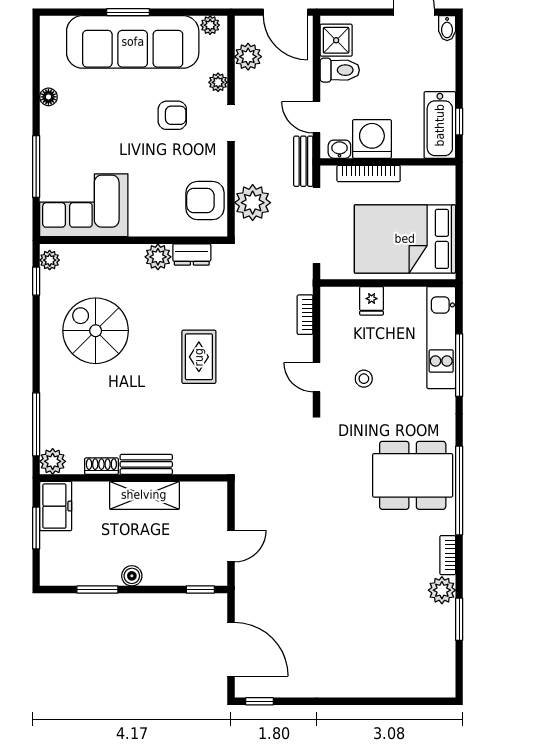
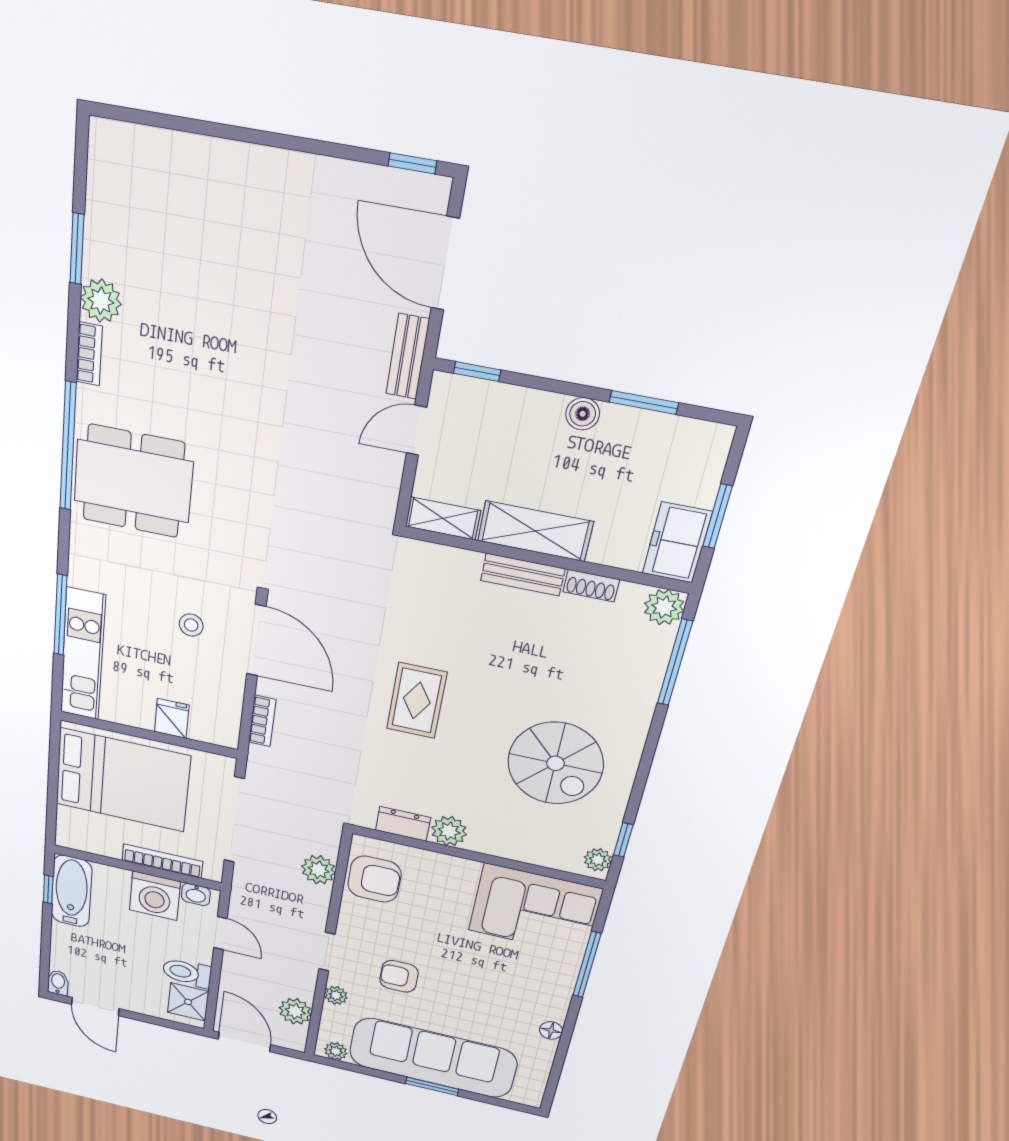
bench: (303, 161) -> (408, 357), moved
plant: (253, 203) -> (318, 870), width x0.73, depth x0.73
door: (317, 377) -> (256, 640), width x1.87
shelving: (204, 492) -> (443, 518), added

